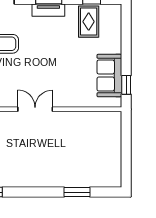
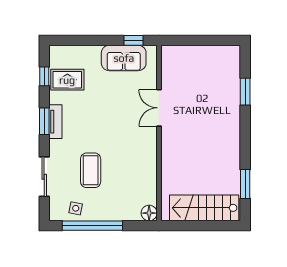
double door: (35, 109) -> (159, 108), moved

